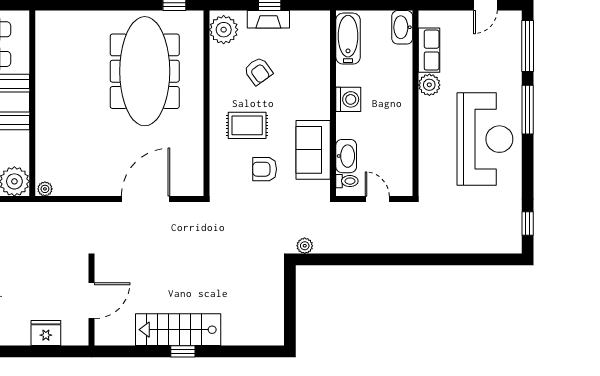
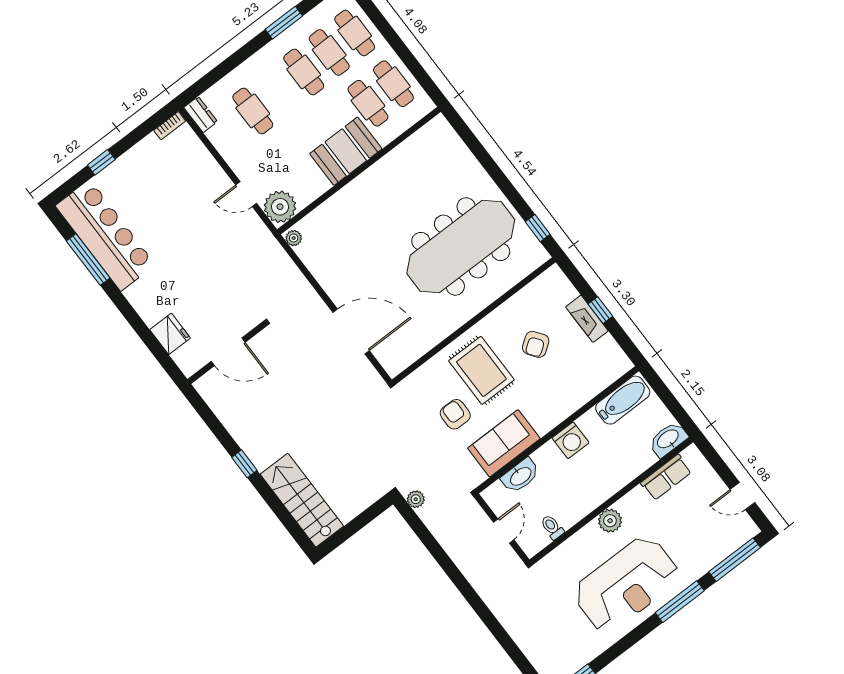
plant: (224, 30) -> (548, 287), removed
plant: (429, 85) -> (610, 521), moved
rug: (247, 125) -> (481, 370), width x1.36, depth x1.43
toilet: (347, 181) -> (552, 527), moved, turned 180
stairs: (178, 330) -> (302, 500), moved

